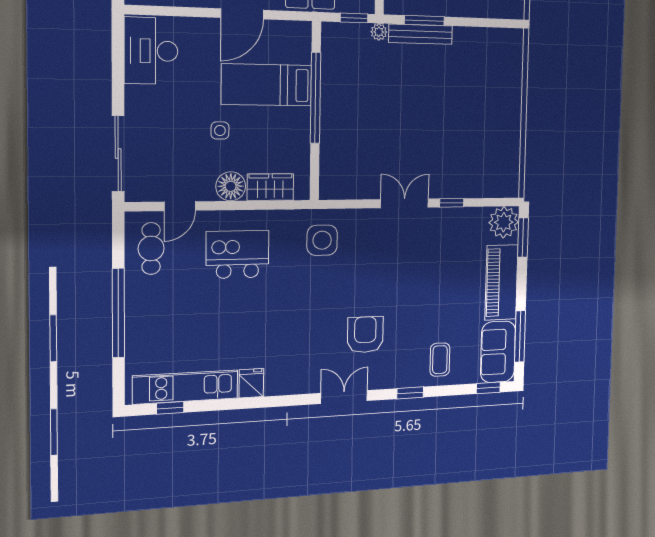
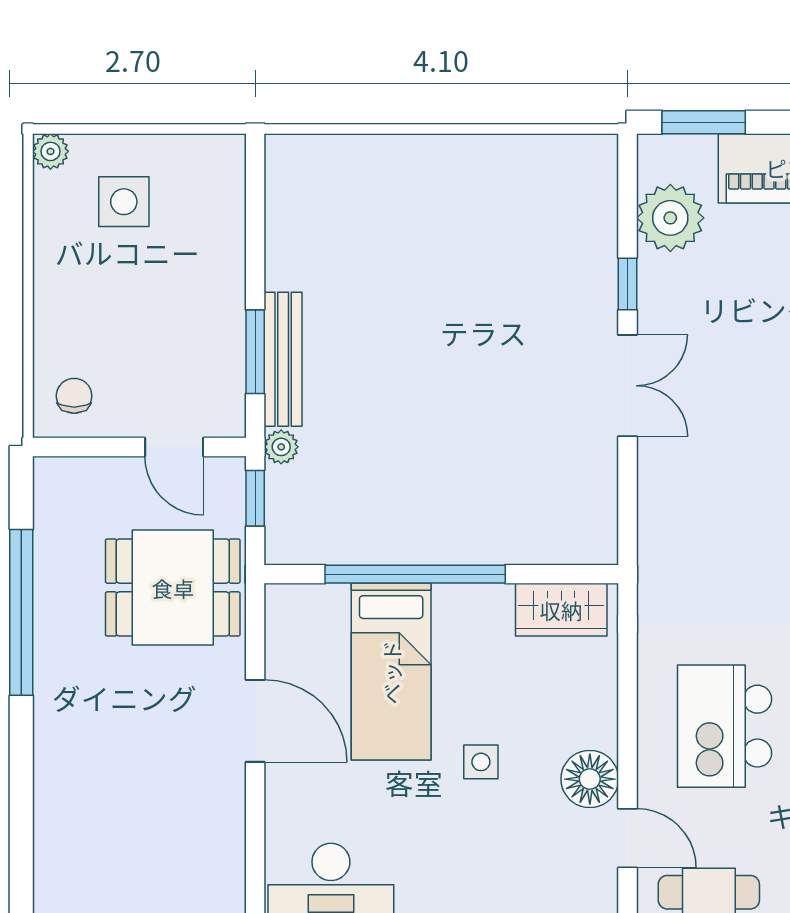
floor lamp: (231, 186) -> (590, 779), moved
wardrobe: (270, 187) -> (561, 610), moved, turned -90
double door: (405, 203) -> (628, 386), swing flipped
plant: (504, 222) -> (670, 218), moved
side table: (322, 240) -> (700, 557), removed

